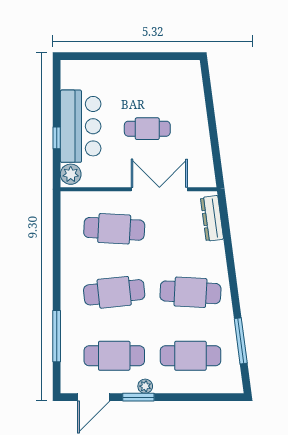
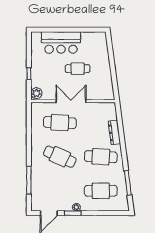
bar counter: (81, 126) -> (61, 43), moved, turned 90
double door: (159, 189) -> (71, 101), moved
dresser: (212, 218) -> (114, 132), moved
cafe table: (114, 292) -> (60, 157), turned 30
cafe table: (114, 356) -> (60, 191), removed

